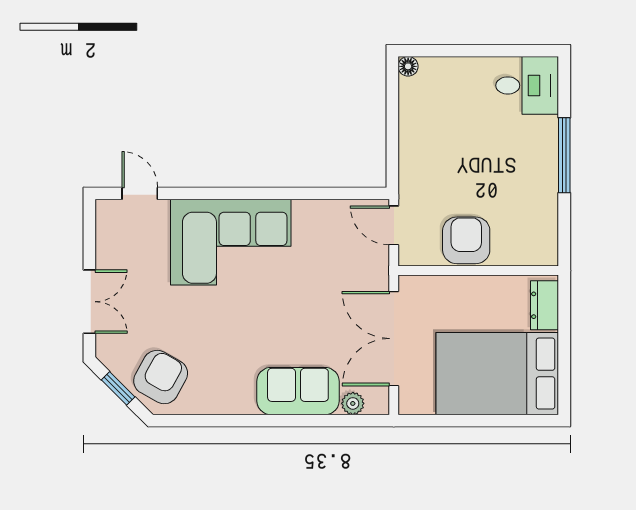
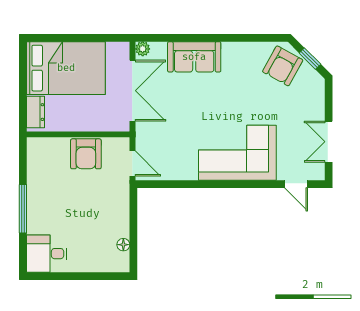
floor lamp: (408, 66) -> (123, 245), moved
double door: (89, 302) -> (329, 142), moved
plant: (353, 403) -> (143, 49), moved

